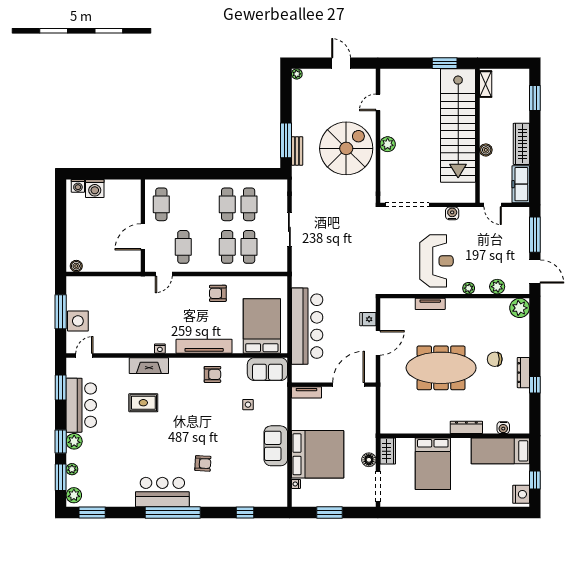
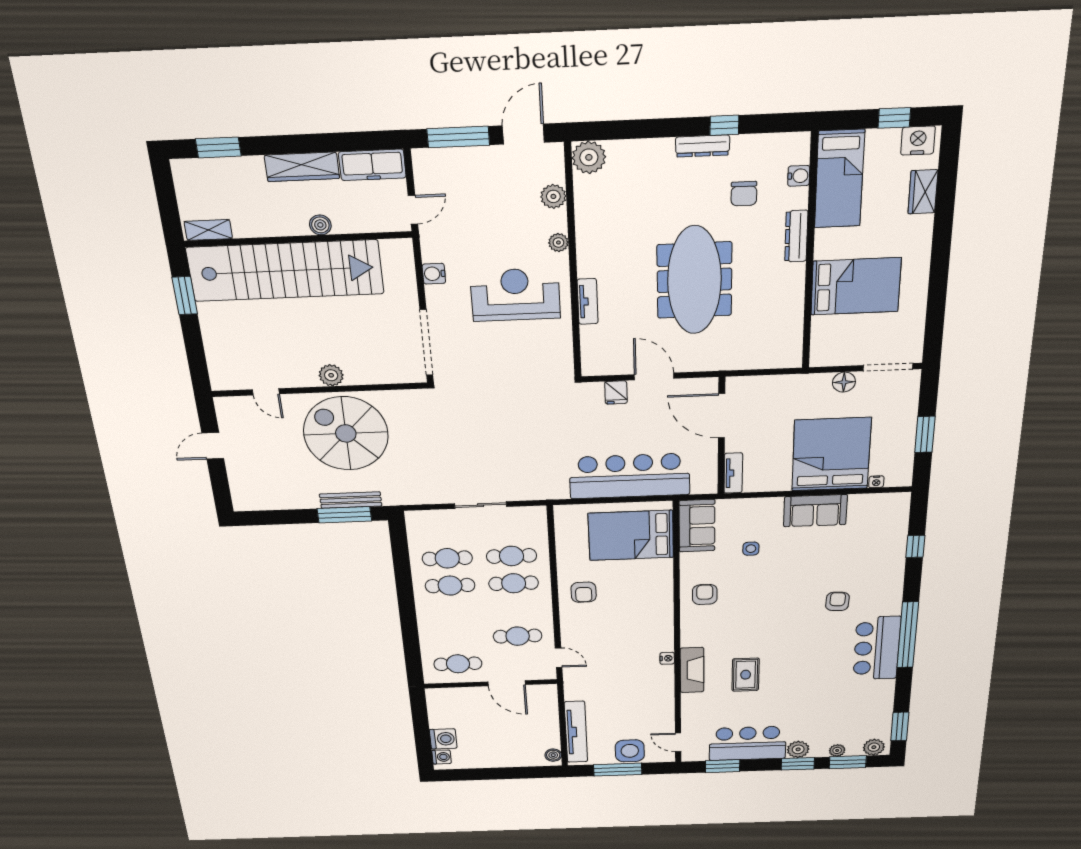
plant: (297, 74) -> (240, 504), removed
bench: (297, 151) -> (351, 500), width x1.36
tv unit: (204, 346) -> (576, 732), moved, turned 180
chair: (495, 359) -> (744, 194), moved
wardrobe: (388, 451) -> (923, 192), moved, turned -90

